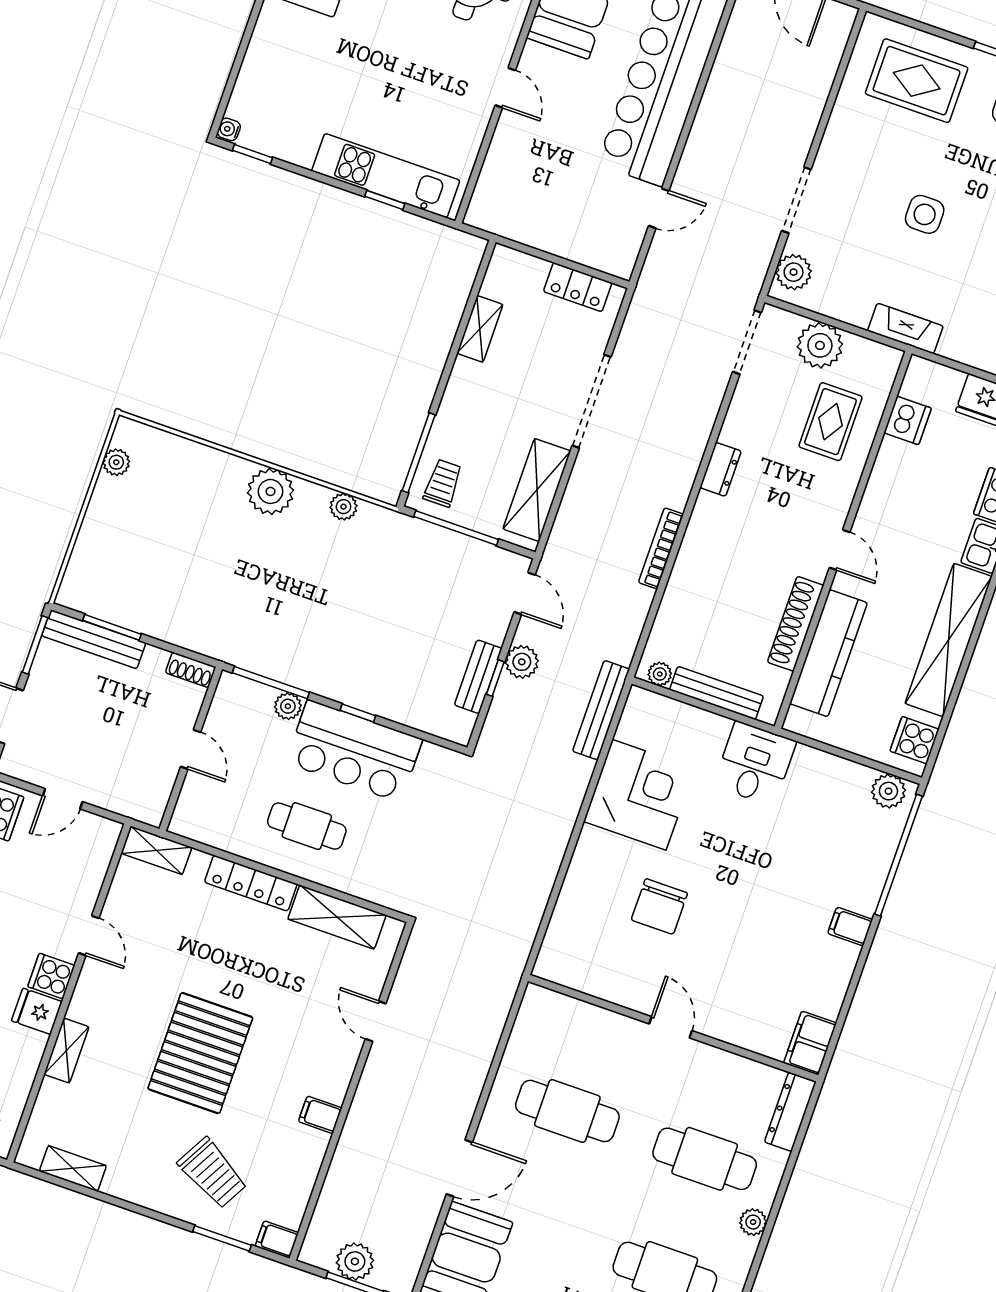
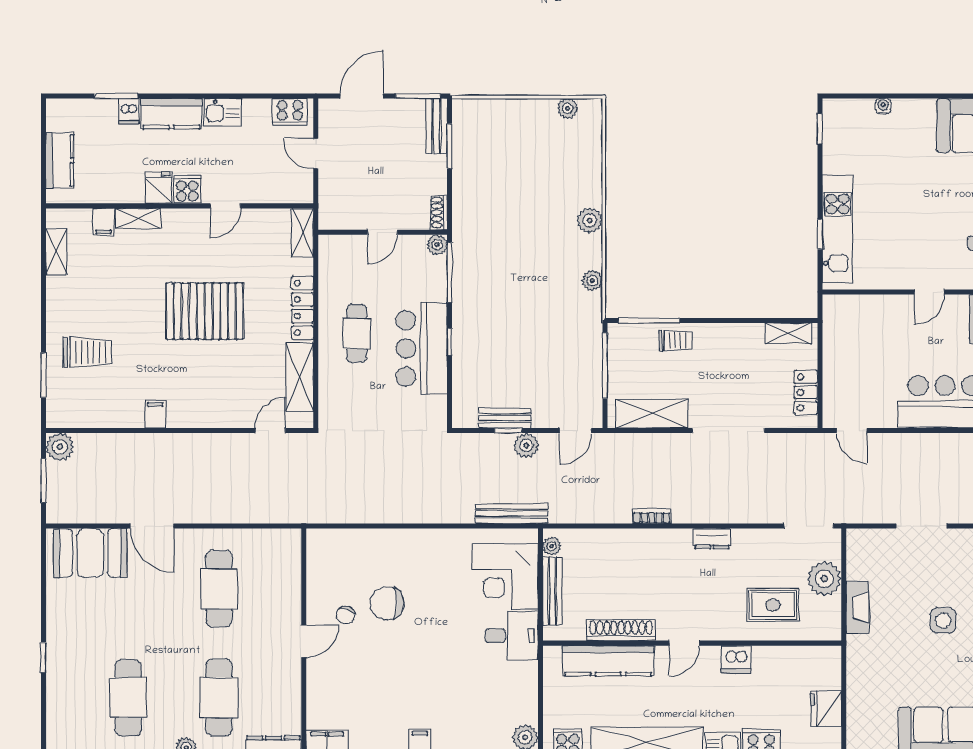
water cooler: (229, 129) -> (883, 106), moved
door: (659, 208) -> (852, 430), moved
plant: (794, 272) -> (870, 542), removed
fireplace: (905, 328) -> (857, 607), moved
shelving: (480, 329) -> (789, 333), moved
dishwasher: (908, 420) -> (736, 659), moved
trolley: (443, 483) -> (675, 340), moved
plant: (271, 491) -> (590, 220), width x0.73, depth x0.73
bookcase: (661, 548) -> (652, 516), width x0.64
bench: (94, 639) -> (437, 126), width x0.73
plant: (288, 706) -> (437, 245), moved
corner desk: (639, 795) -> (505, 576), moved, turned 90
chair: (656, 964) -> (345, 615), added
door: (376, 1021) -> (270, 430), moved
pallet: (200, 1053) -> (205, 311), moved
trolley: (213, 1173) -> (87, 352), turned -119
filing cabinet: (277, 1239) -> (103, 222), moved, turned 180
plant: (355, 1261) -> (60, 447), moved

